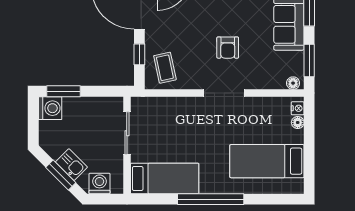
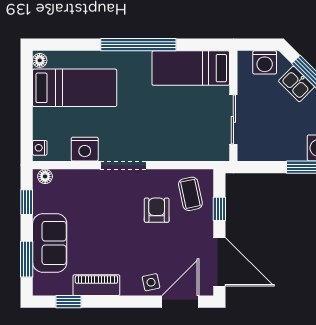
armchair: (228, 48) -> (157, 210), moved
window: (309, 60) -> (27, 202), width x0.67
nightstand: (258, 107) -> (85, 149), added
floor lamp: (298, 122) -> (40, 60), moved

